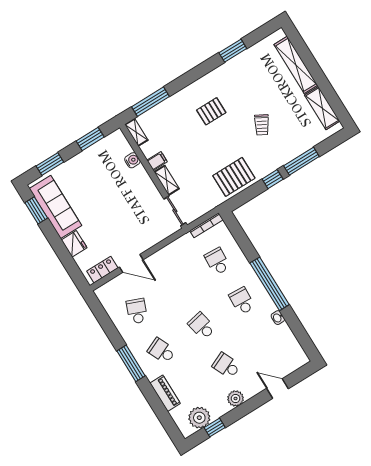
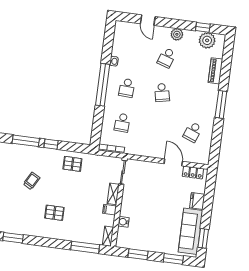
pallet: (234, 177) -> (72, 164), width x0.67, depth x0.71
school desk: (162, 351) -> (197, 97), removed
school desk: (226, 366) -> (167, 58), turned 42

